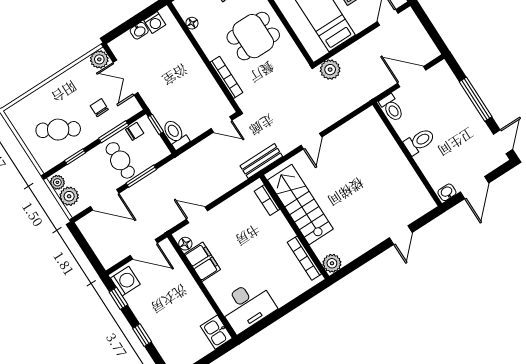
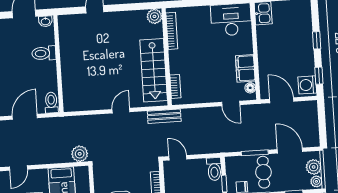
door: (412, 77) -> (25, 117), swing flipped
toilet: (419, 141) -> (44, 53), moved

